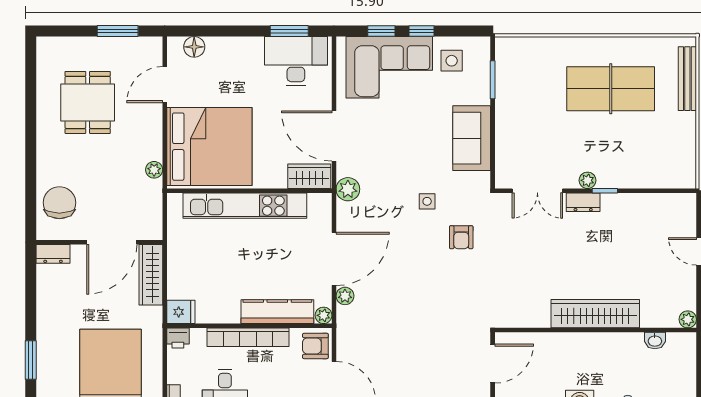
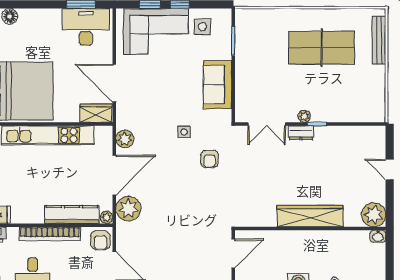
plant: (348, 189) -> (125, 139), moved
plant: (345, 296) -> (128, 209), width x1.87, depth x1.87
plant: (688, 319) -> (374, 215), width x1.88, depth x1.88
washbasin: (655, 341) -> (378, 236), moved
armchair: (315, 346) -> (100, 240), turned -90

